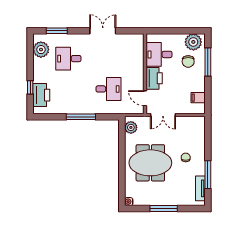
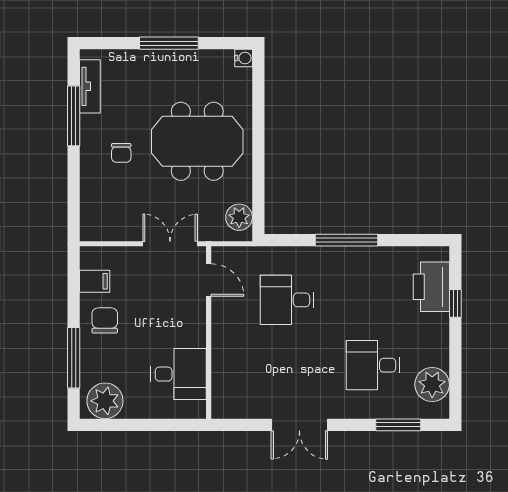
desk: (68, 59) -> (373, 365), turned 180
chair: (188, 61) -> (105, 320), moved
printer: (154, 78) -> (189, 323), removed

